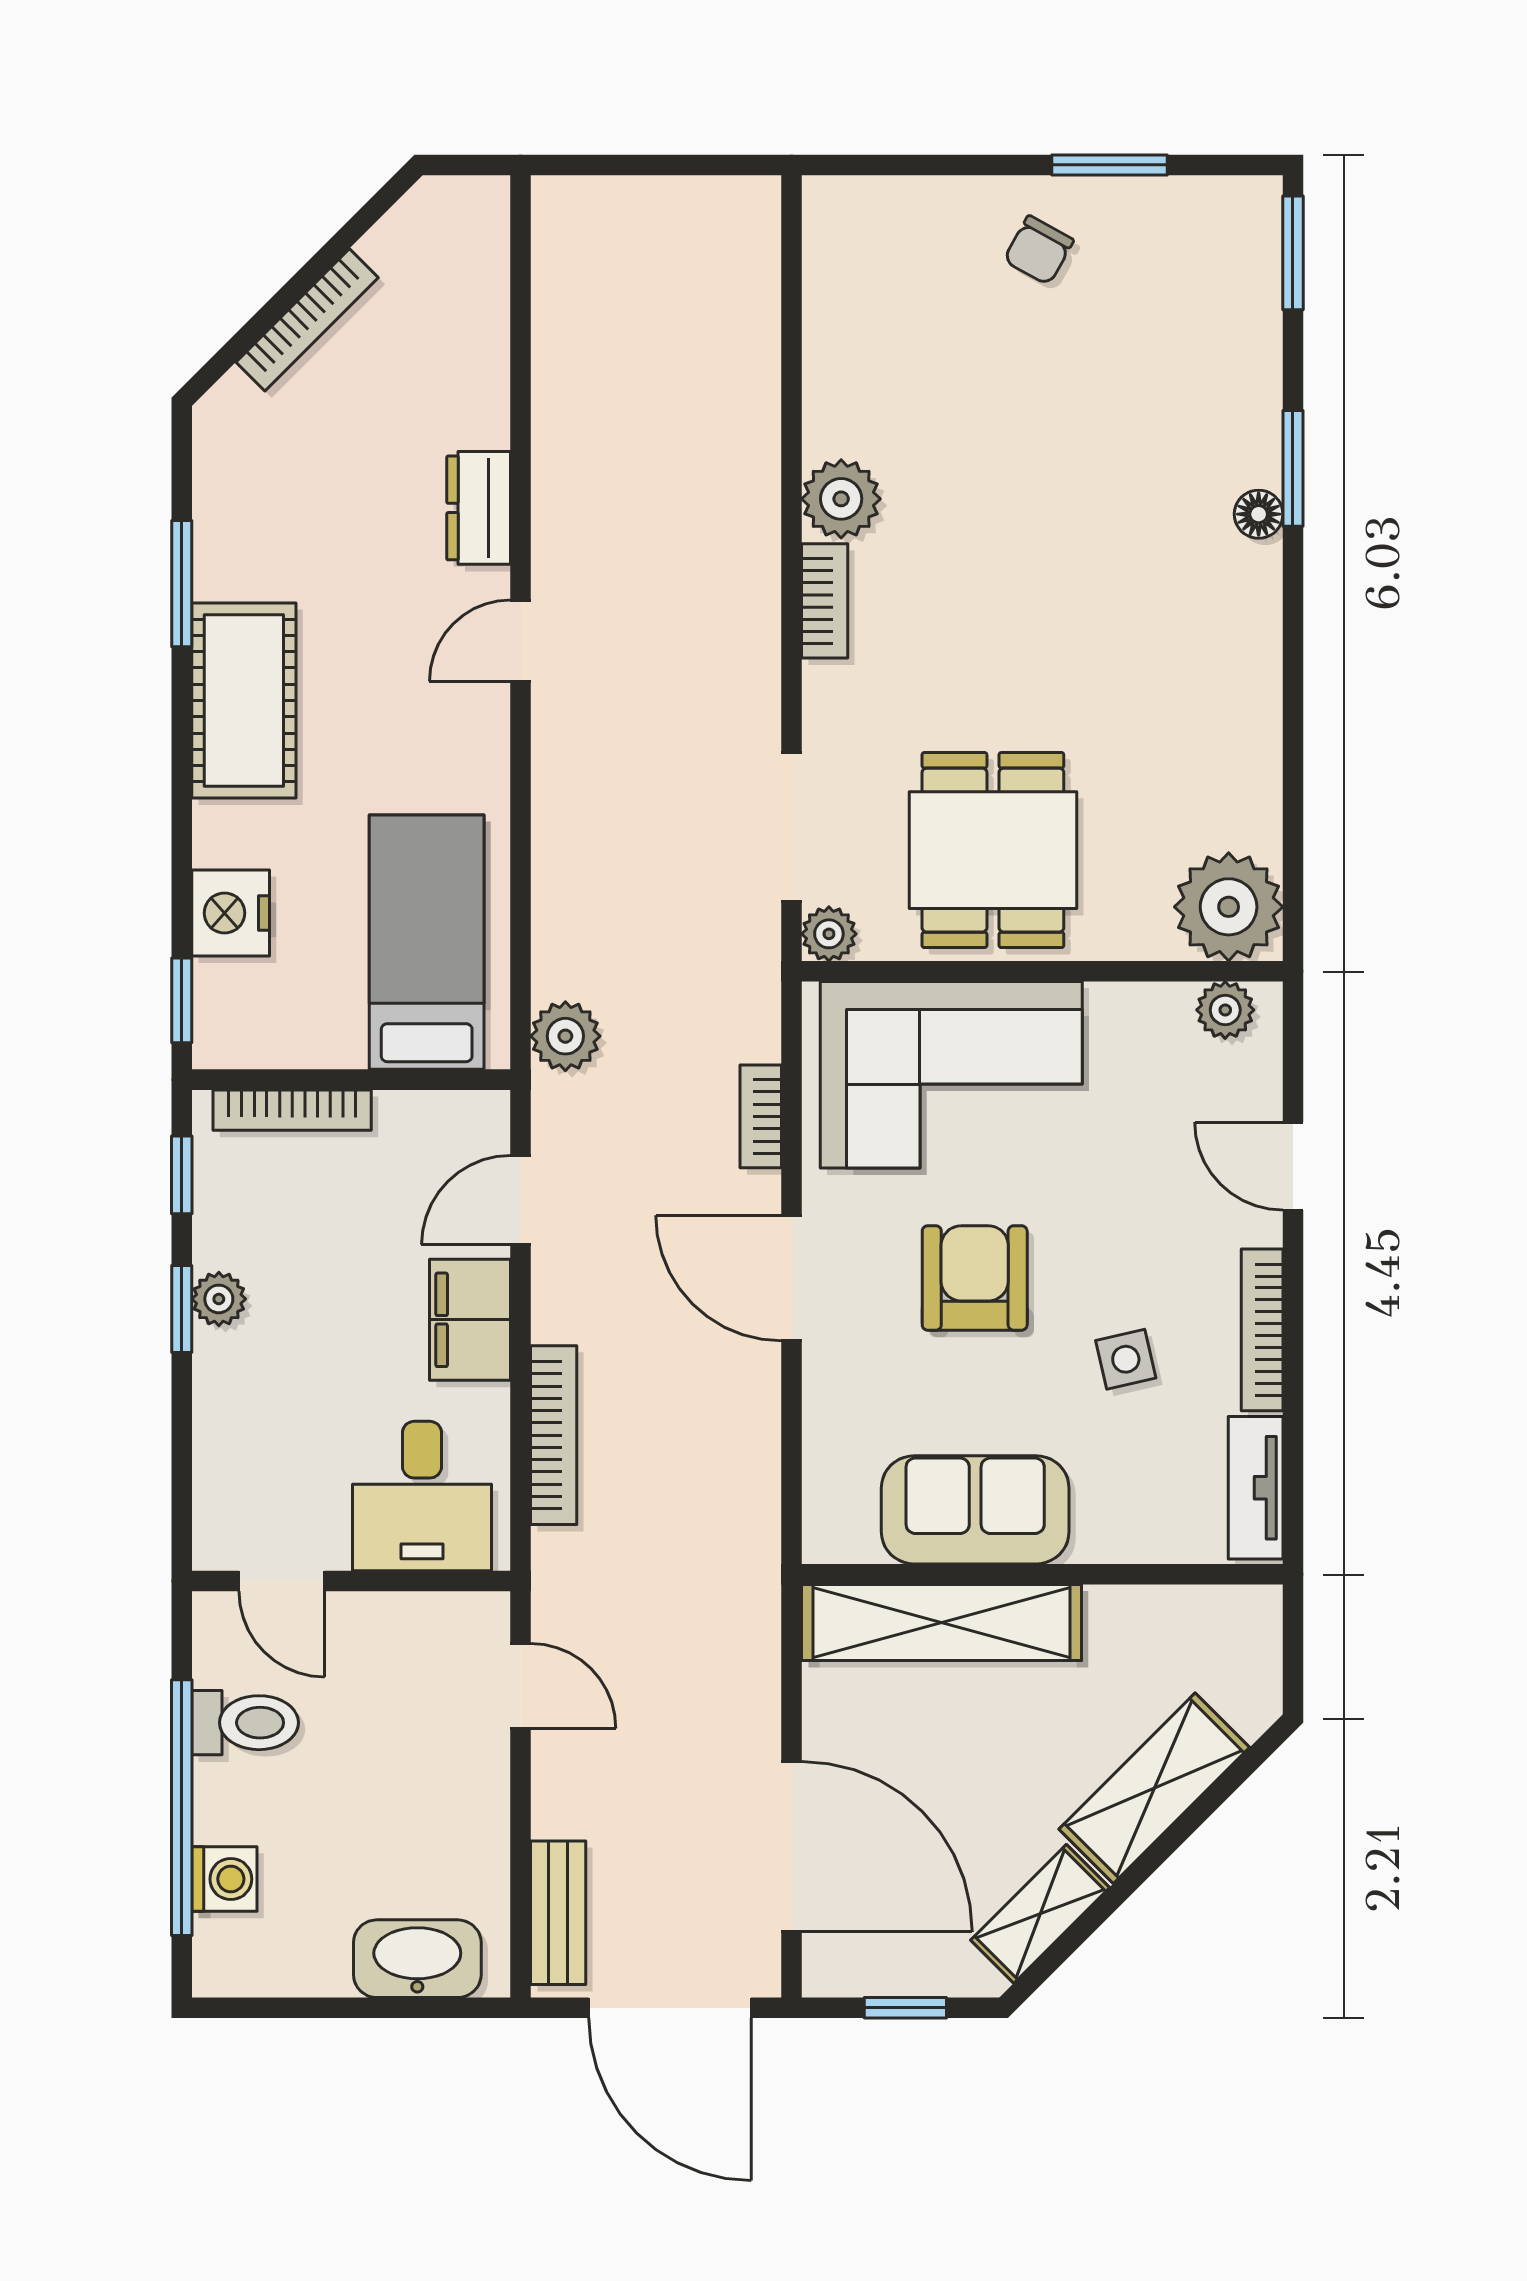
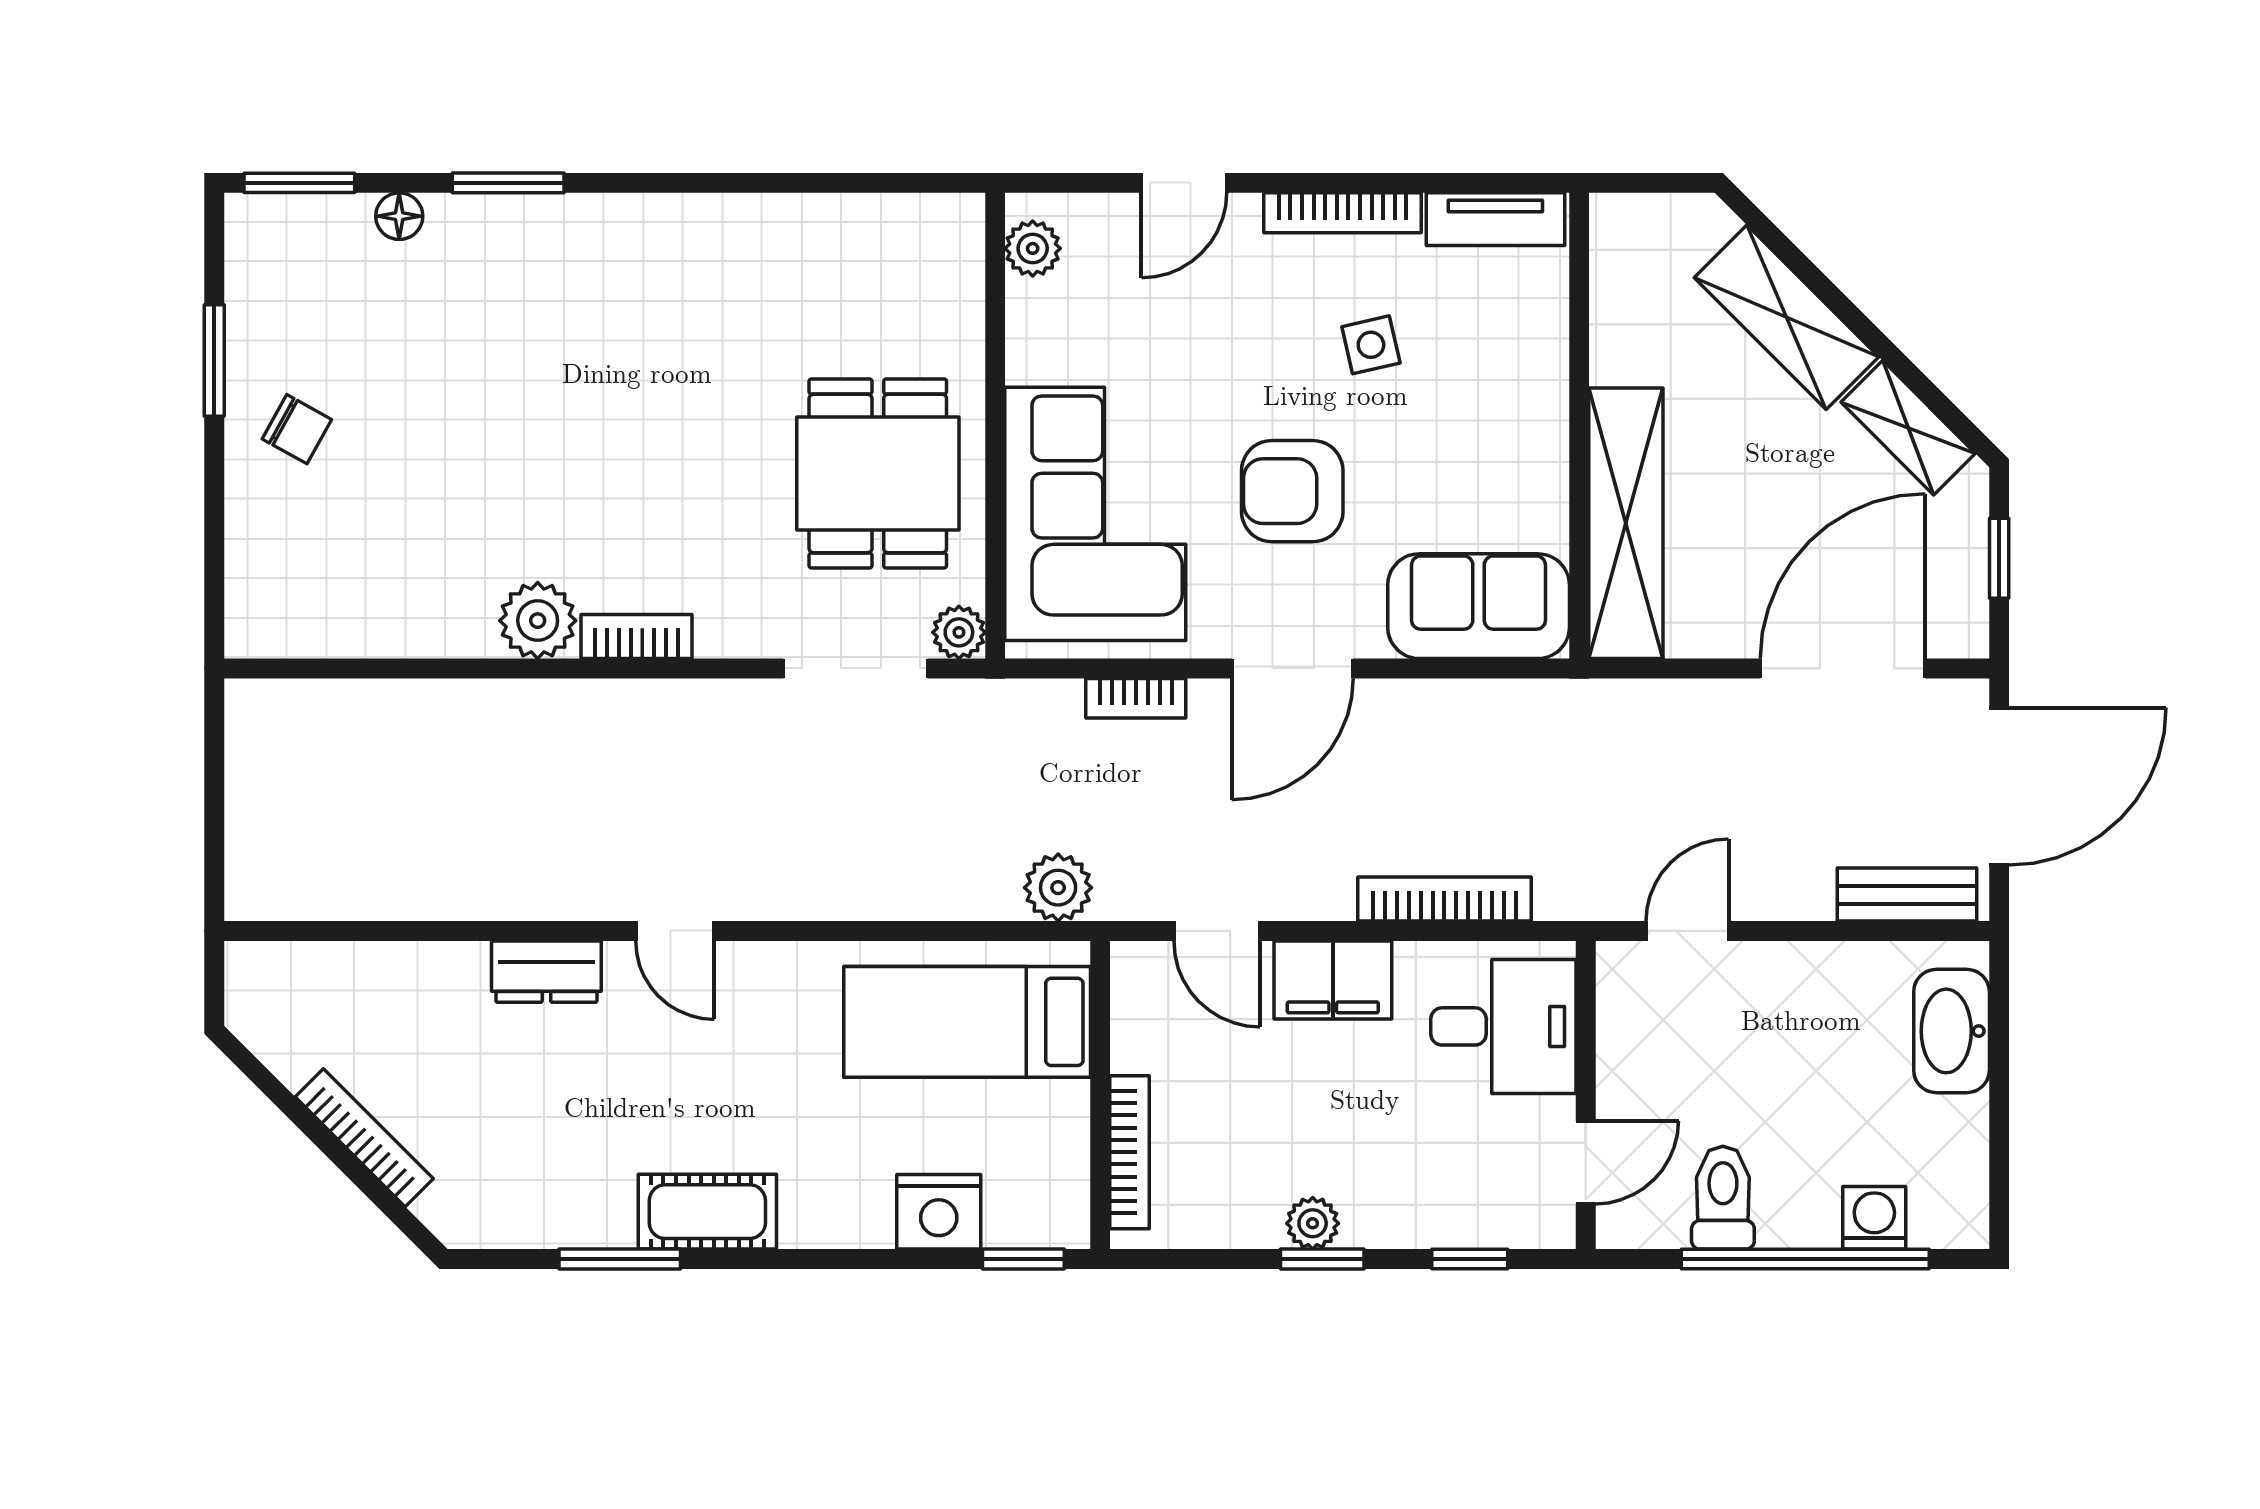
floor lamp: (1259, 514) -> (399, 216), moved
cot: (244, 700) -> (707, 1212), width x0.73, depth x0.75
dining table: (993, 850) -> (878, 473), turned 90
plant: (1229, 907) -> (933, 245), removed
window: (182, 1175) -> (1470, 1259), moved
sofa: (975, 1510) -> (1479, 606), moved, turned 90

